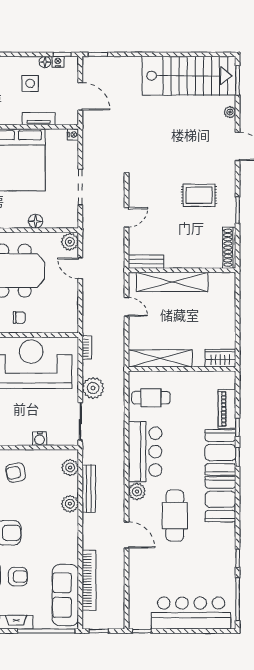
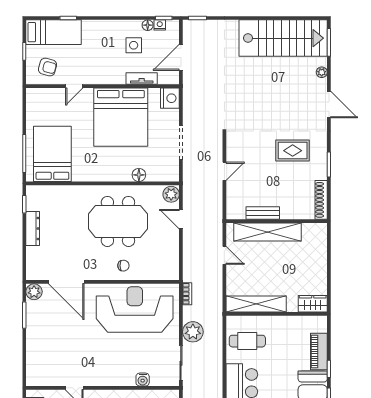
door: (80, 96) -> (181, 57), swing flipped
nightstand: (73, 134) -> (170, 98), width x1.89, depth x1.79
bench: (146, 262) -> (263, 213), moved

